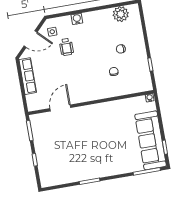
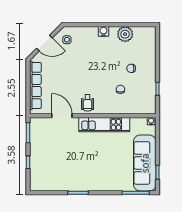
plant: (121, 14) -> (125, 34), moved
water cooler: (77, 19) -> (103, 31), moved
wheelchair: (66, 47) -> (87, 103), moved
row of seats: (28, 76) -> (35, 85), width x1.36
door: (60, 108) -> (62, 116), hinge flipped
kitchen unit: (104, 109) -> (104, 125), added

